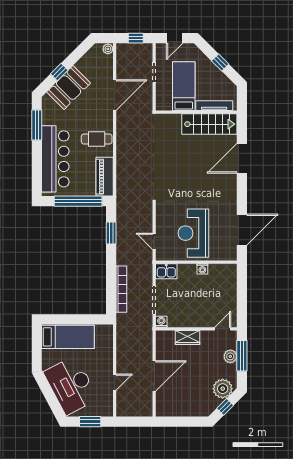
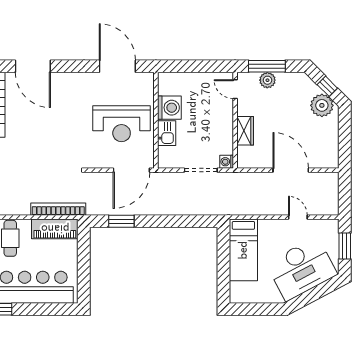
window: (78, 201) -> (84, 260), removed
door: (154, 241) -> (131, 170), width x1.88
washing machine: (202, 269) -> (169, 108), width x1.89, depth x1.89
kitchen sink: (166, 271) -> (167, 133), moved
bookcase: (121, 289) -> (58, 209), moved
bed: (68, 337) -> (243, 250), moved, turned 180
plant: (223, 389) -> (322, 105), moved

